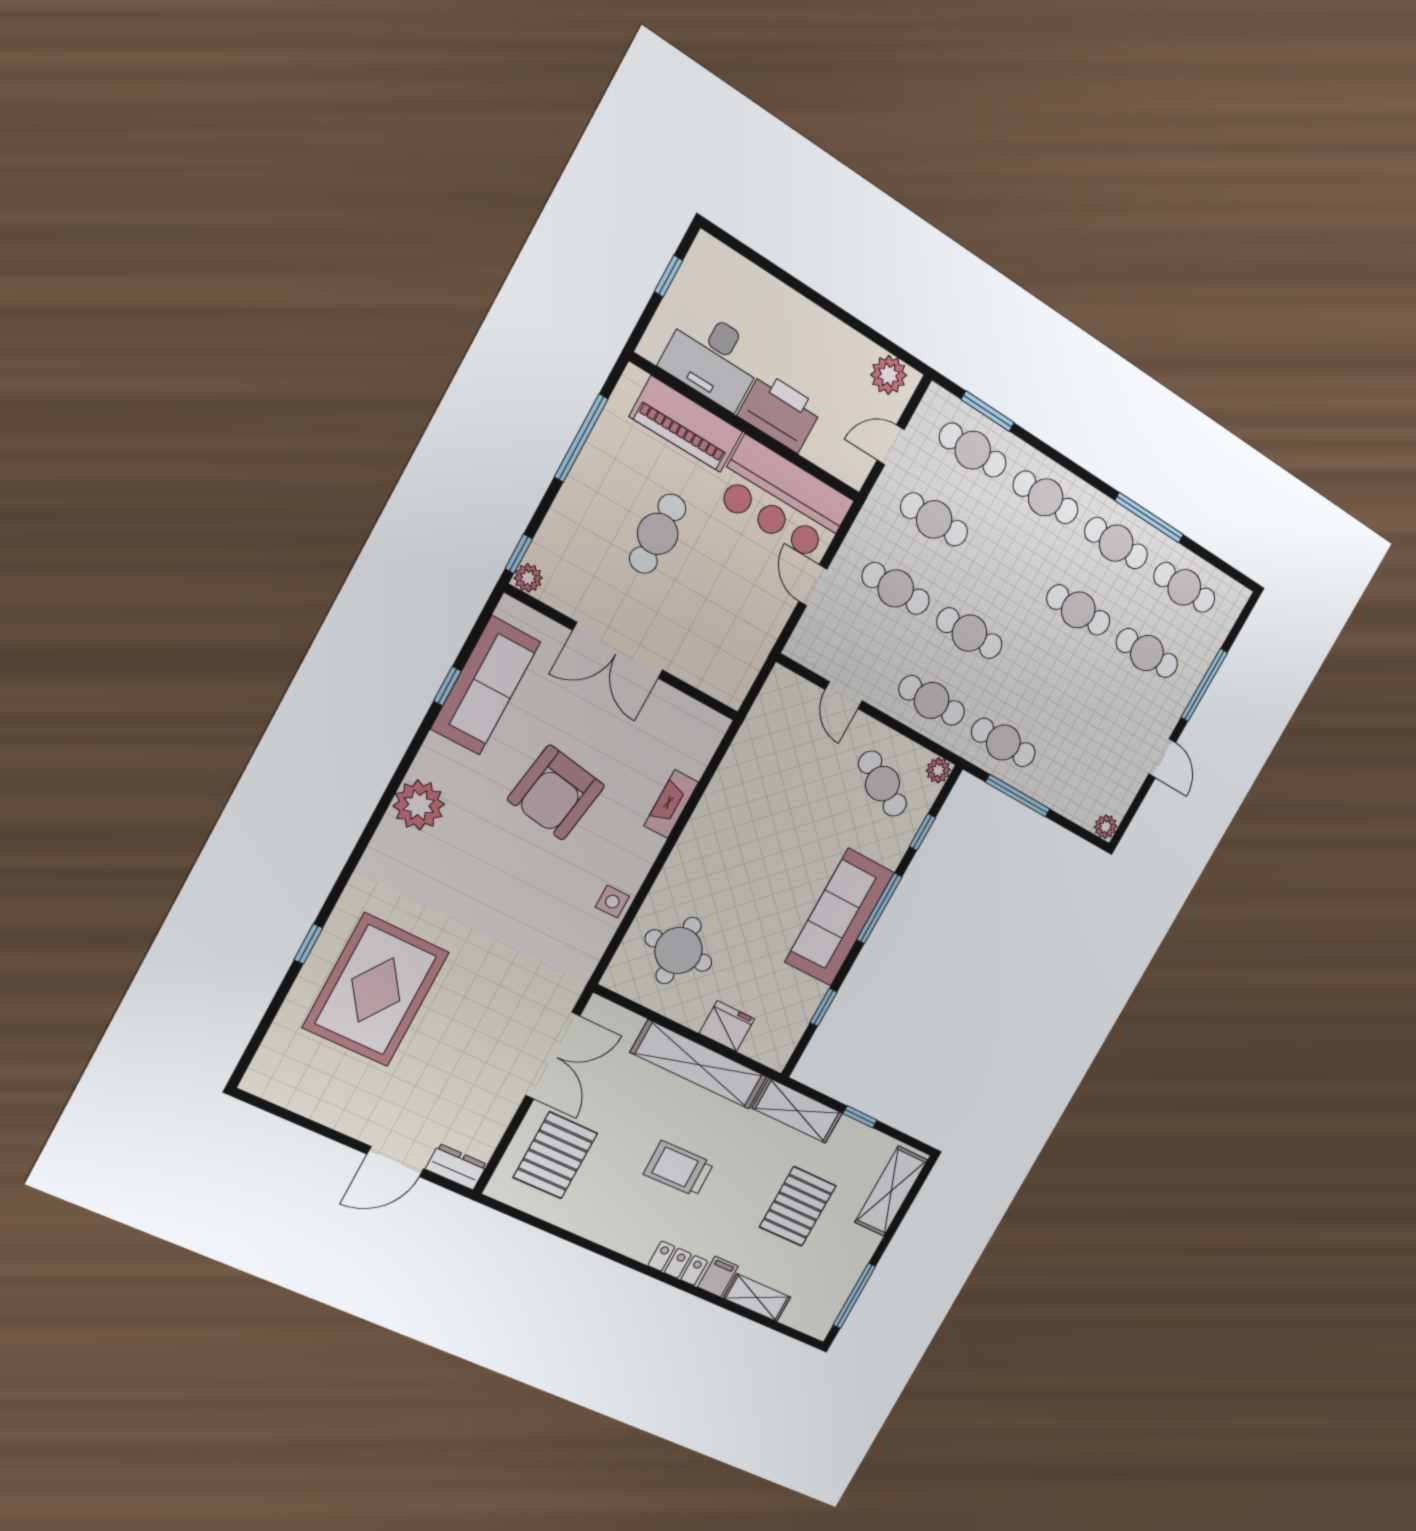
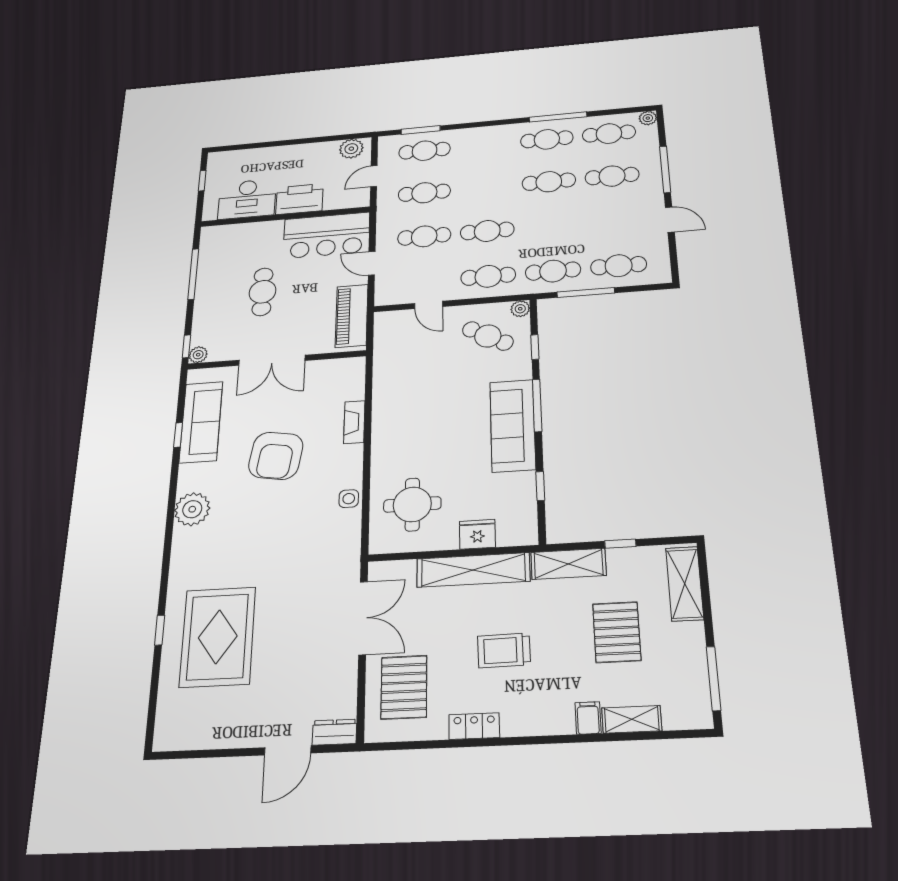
piano: (686, 424) -> (352, 316), moved, turned 90
cafe table: (1046, 497) -> (619, 266), moved
plant: (1106, 827) -> (648, 118), moved
locker: (678, 1263) -> (474, 726), moved

